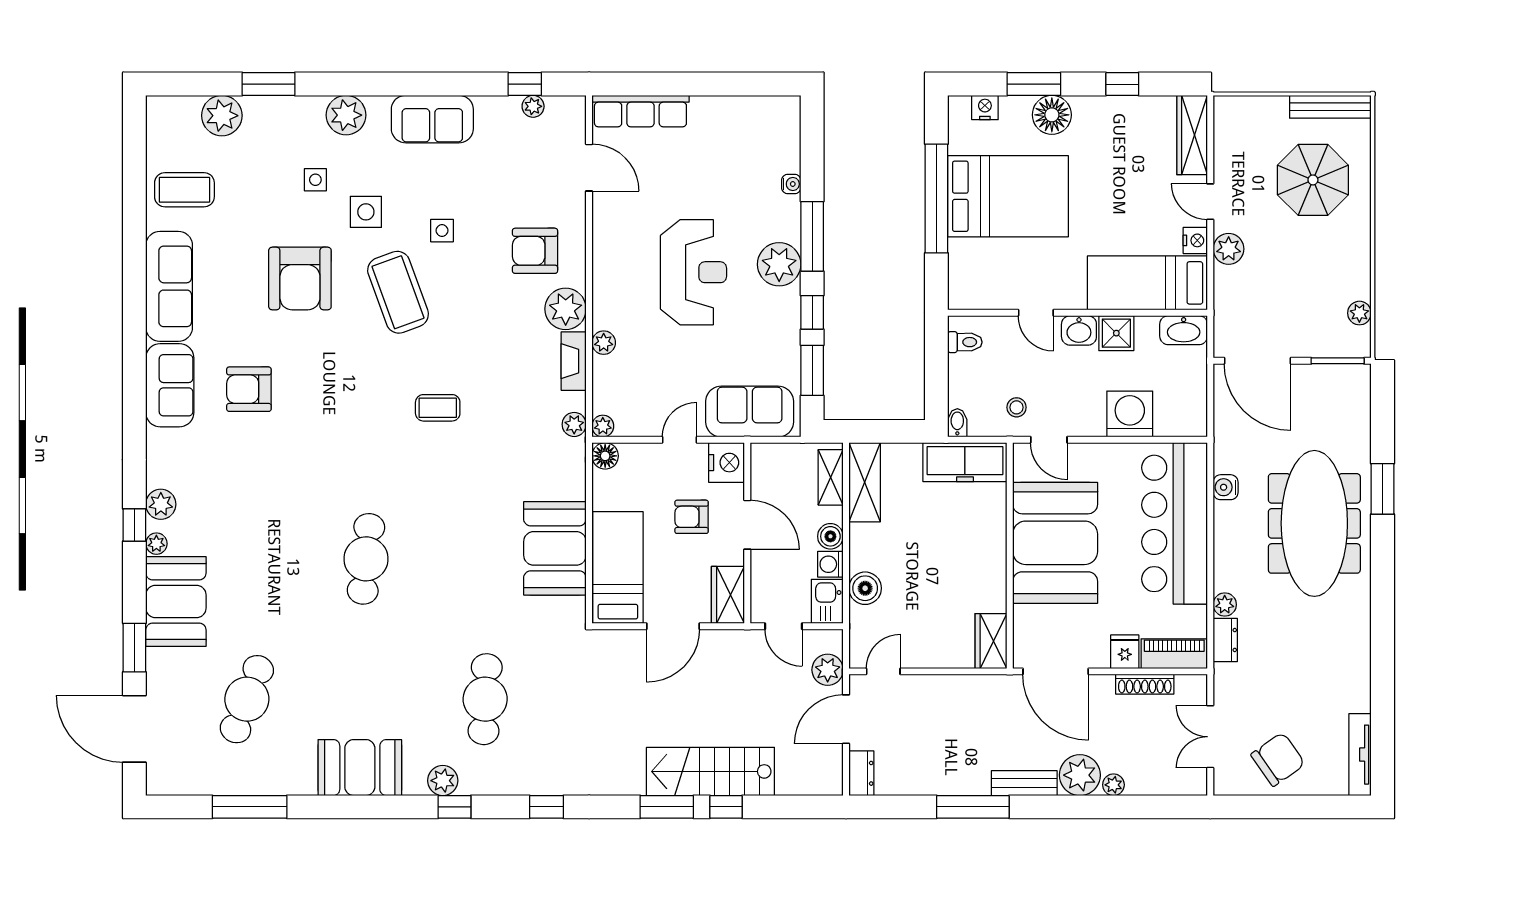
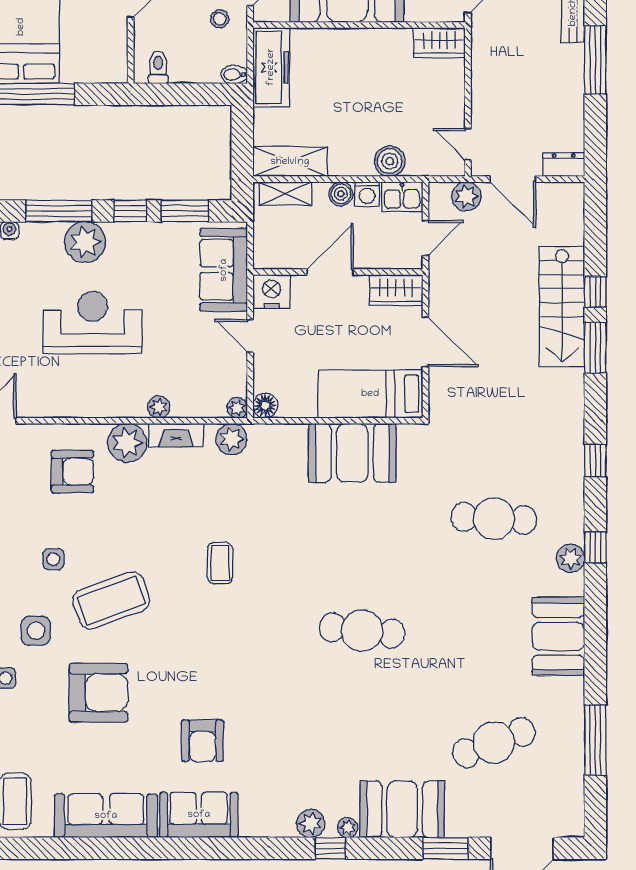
armchair: (535, 251) -> (72, 472), turned -90
plant: (574, 424) -> (231, 439), width x1.38, depth x1.38
armchair: (692, 517) -> (323, 324), removed
cafe table: (247, 699) -> (494, 743), turned -42

